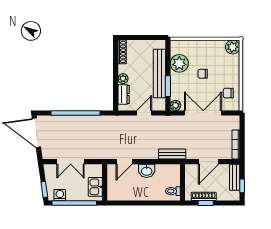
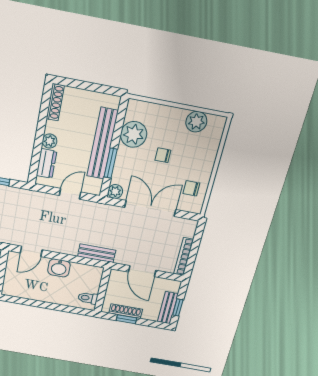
plant: (233, 47) -> (196, 122), moved
door: (208, 162) -> (142, 271), hinge flipped
bench: (235, 177) -> (168, 308), moved

